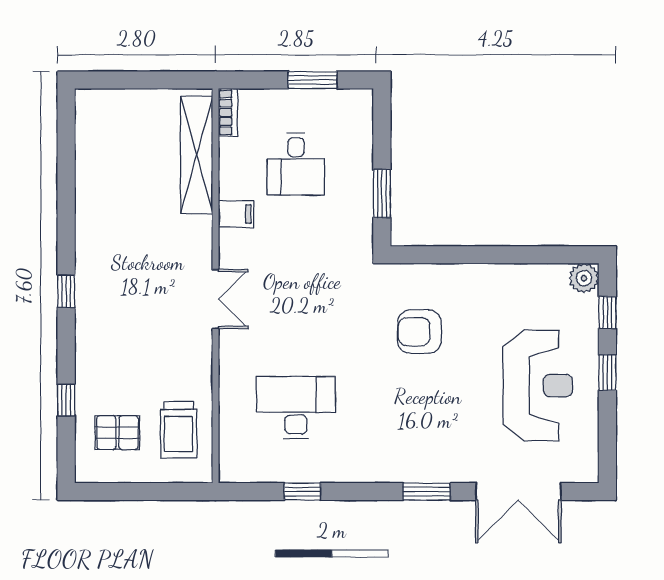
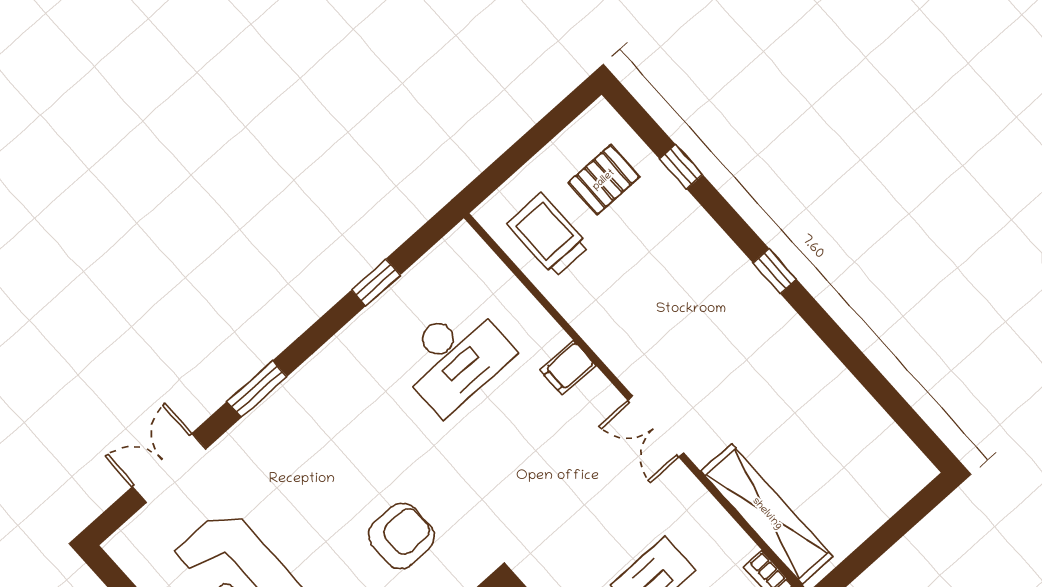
filing cabinet: (236, 214) -> (568, 368), moved
double door: (216, 299) -> (656, 426), moved
double door: (518, 492) -> (169, 468), width x0.73

